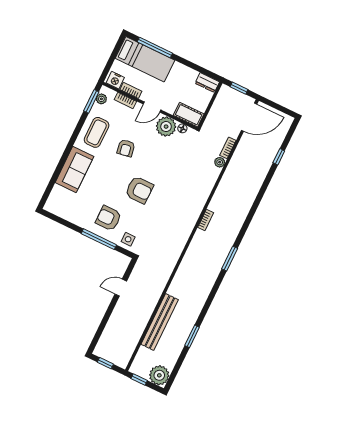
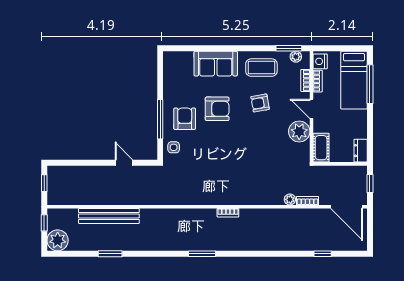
floor lamp: (182, 128) -> (305, 148), removed
armchair: (139, 190) -> (217, 109), moved, turned -90

